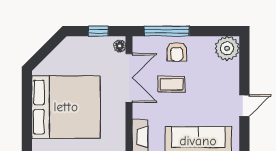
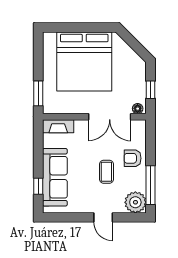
window: (167, 31) -> (150, 185), moved
coffee table: (172, 84) -> (106, 172), moved
door: (244, 106) -> (103, 217), moved

